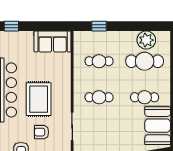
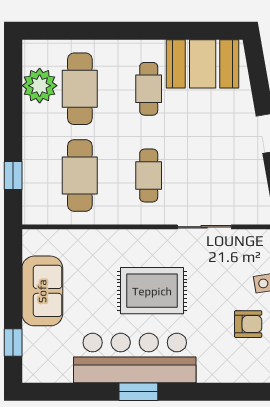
sofa: (53, 41) -> (42, 291), moved
cafe table: (99, 61) -> (80, 175), width x1.37, depth x1.35
armchair: (42, 132) -> (215, 285), removed

